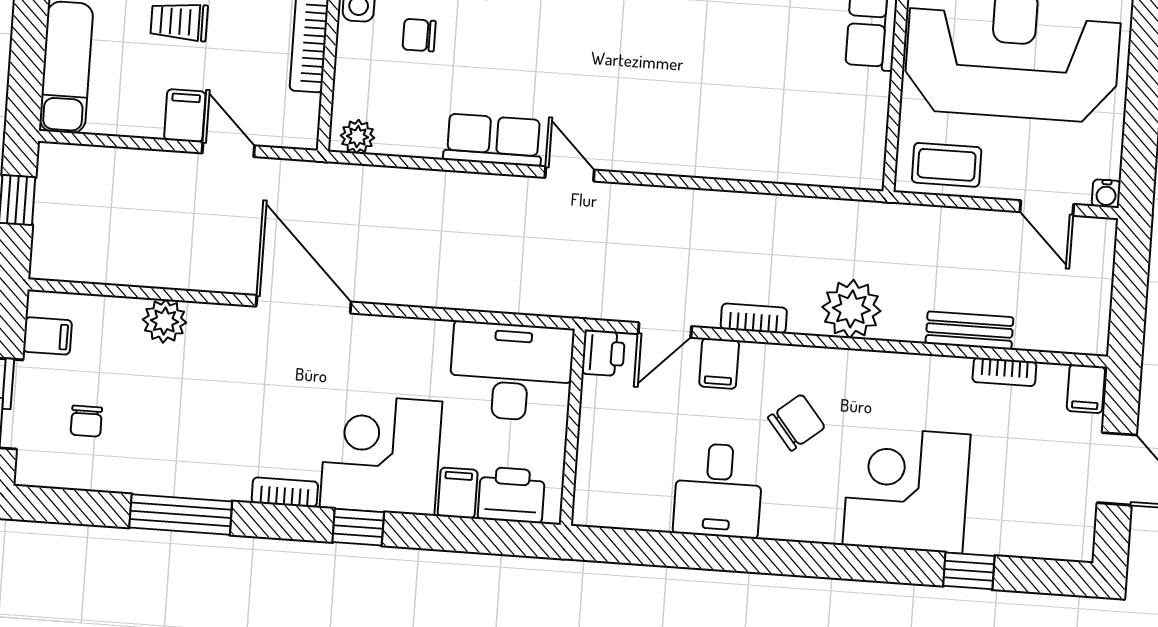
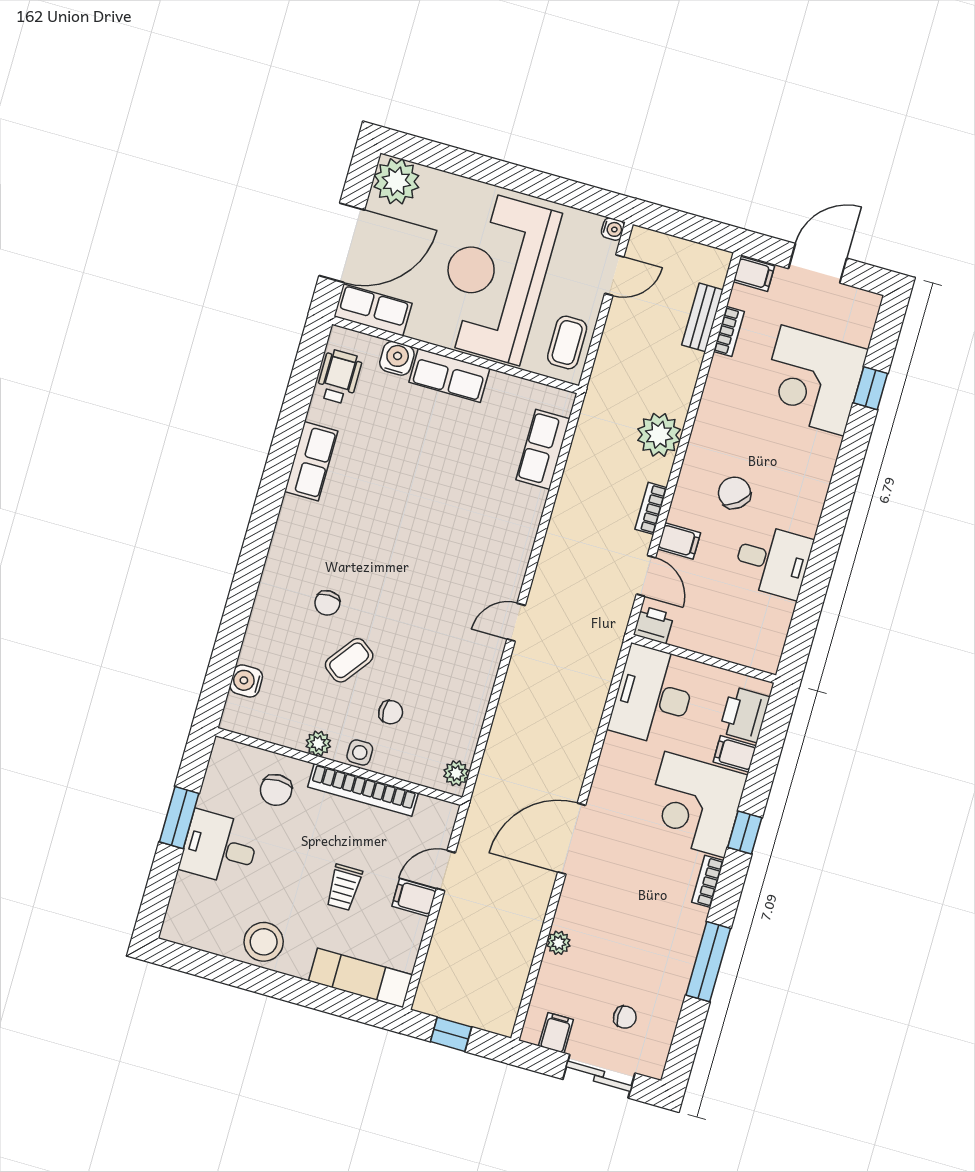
chair: (419, 35) -> (391, 712), turned -90
row of seats: (493, 140) -> (543, 449), moved
plant: (165, 321) -> (559, 943), width x0.73, depth x0.73
bench: (969, 330) -> (702, 317), moved
corner desk: (907, 490) -> (813, 381), moved

